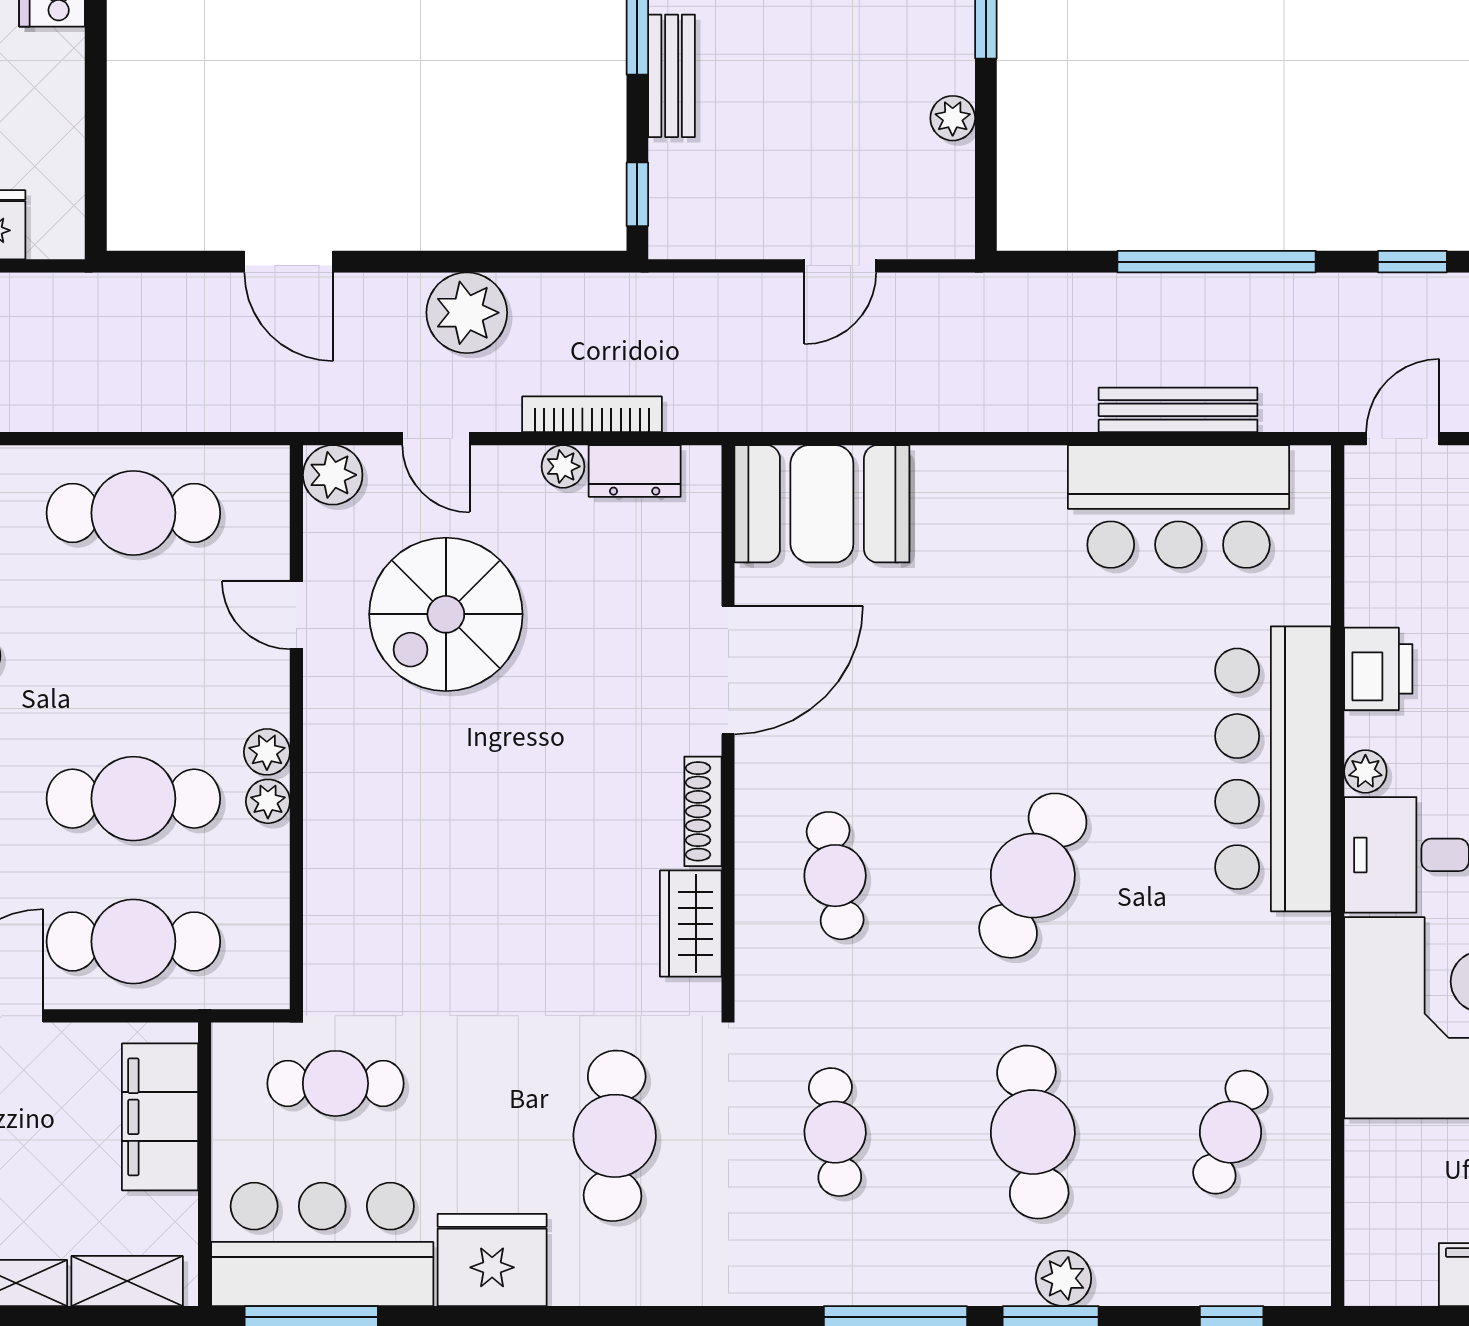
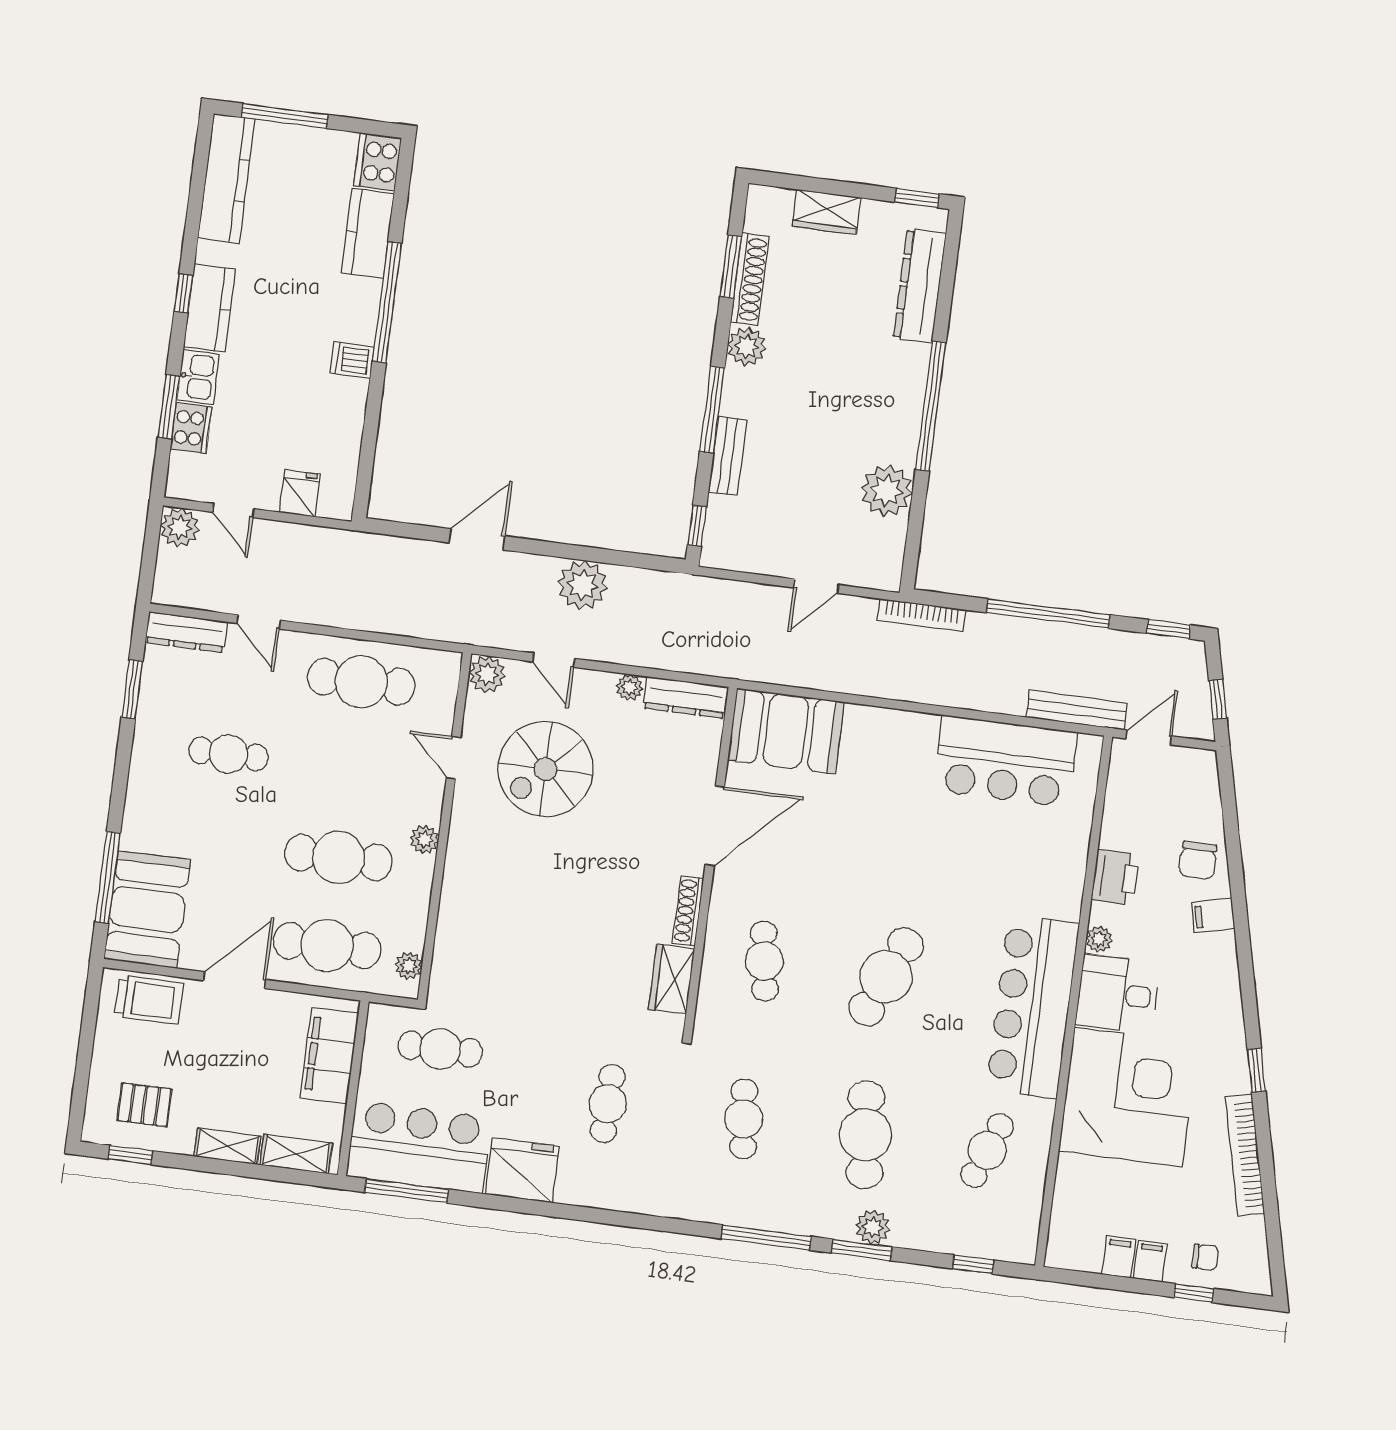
plant: (953, 118) -> (887, 491), width x1.88, depth x1.88
door: (289, 262) -> (477, 539), swing flipped
bench: (1178, 410) -> (1077, 710), moved
bookcase: (592, 414) -> (922, 615), moved, turned 180
dresser: (635, 471) -> (686, 698), width x1.44
bar counter: (1273, 769) -> (1033, 1007), moved
plant: (268, 801) -> (409, 966), moved
cafe table: (615, 1136) -> (608, 1104), width x0.73, depth x0.74

